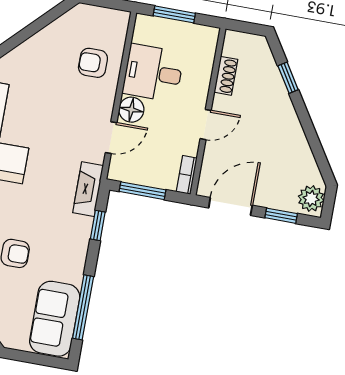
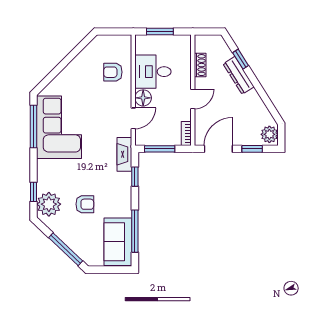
dresser: (281, 102) -> (239, 75), added

